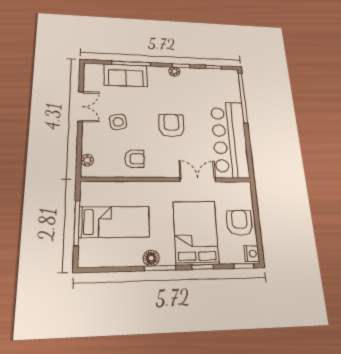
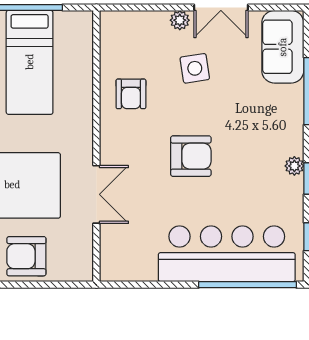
sofa: (126, 75) -> (283, 47), moved
bar counter: (230, 139) -> (227, 254), moved
plant: (87, 160) -> (180, 20), moved
armchair: (240, 223) -> (26, 256), turned 180

